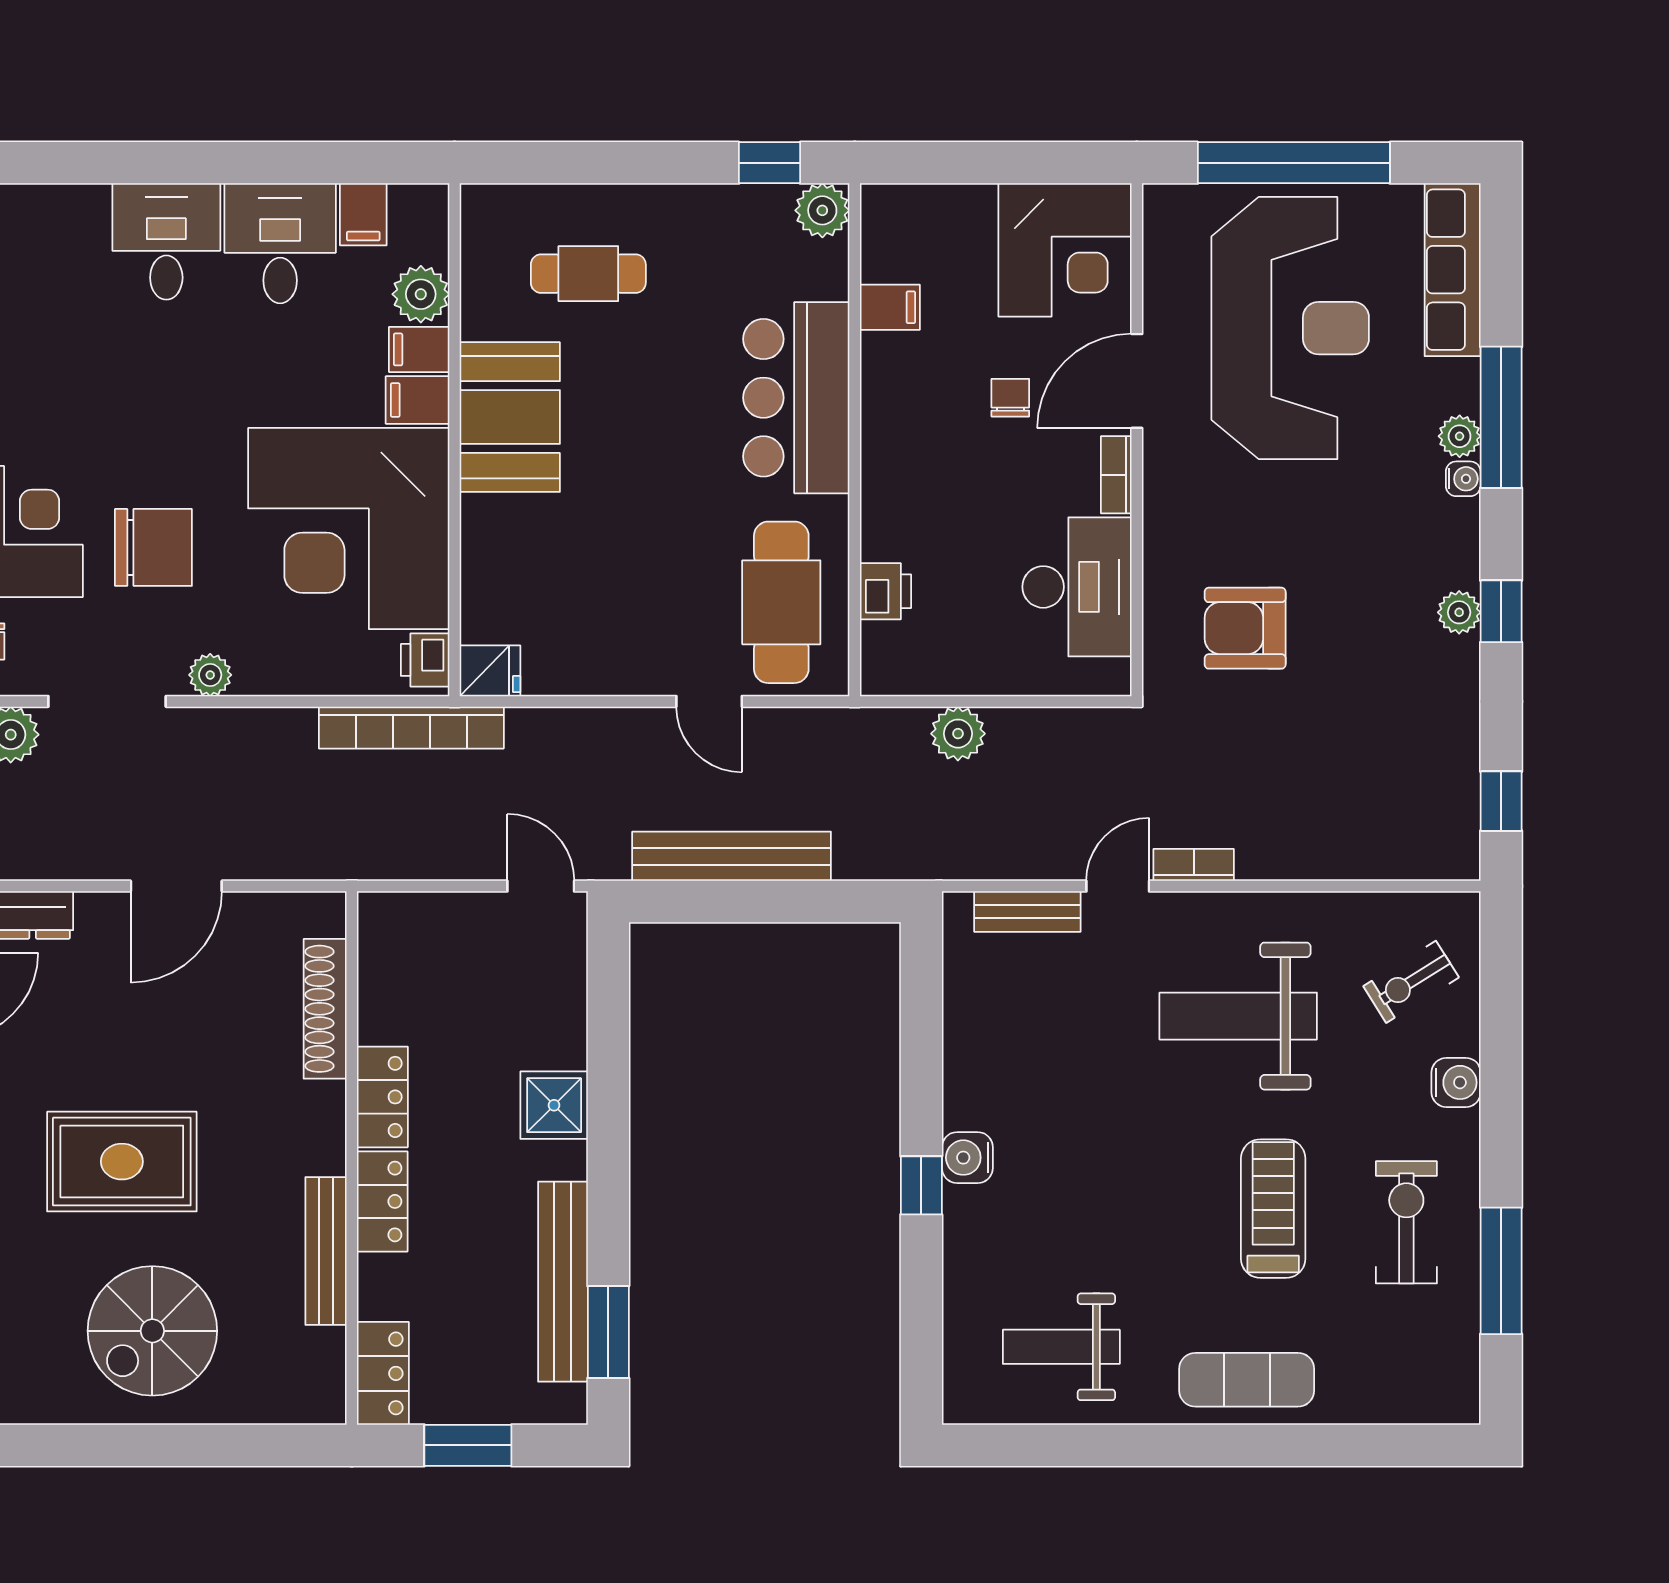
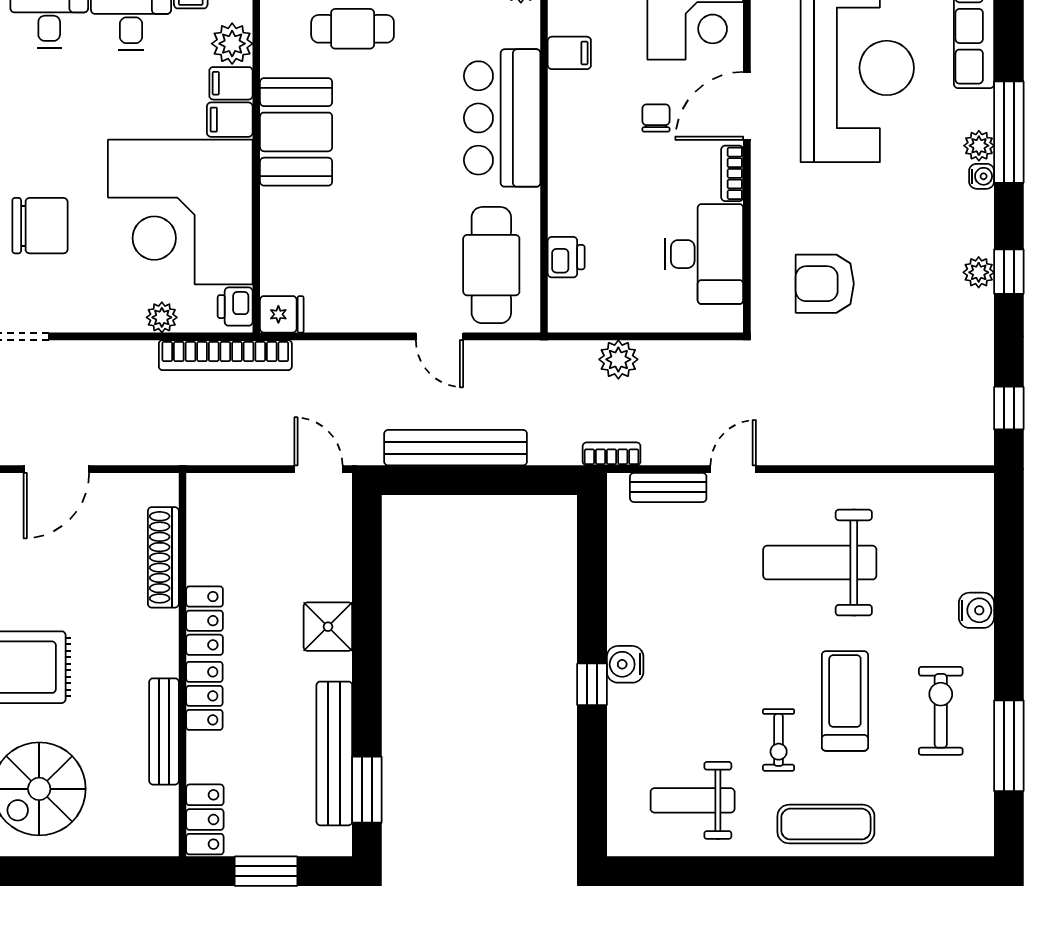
plant: (210, 675) -> (162, 317), moved
bookcase: (1194, 865) -> (612, 454), moved
exercise bike: (1411, 982) -> (779, 740), moved, turned -58

